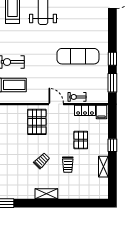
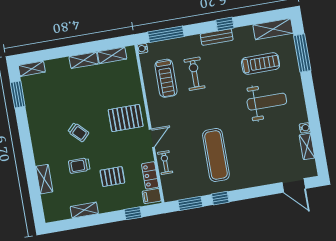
window: (112, 145) -> (133, 213), moved
shelving: (46, 194) -> (44, 179), moved

